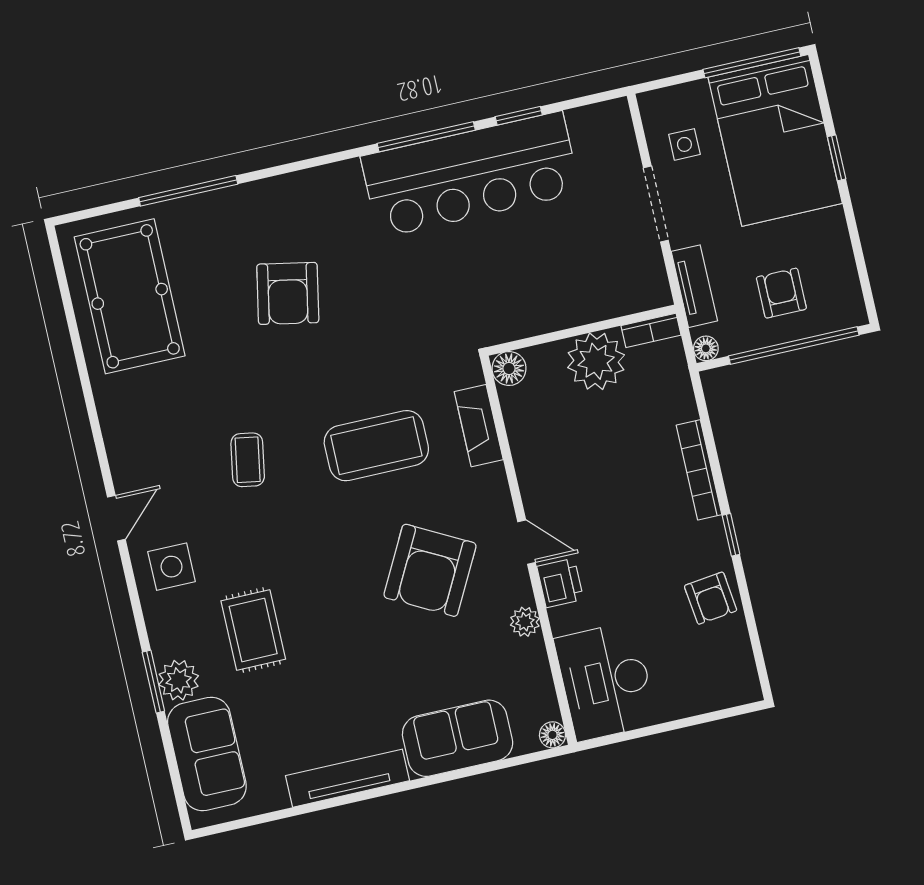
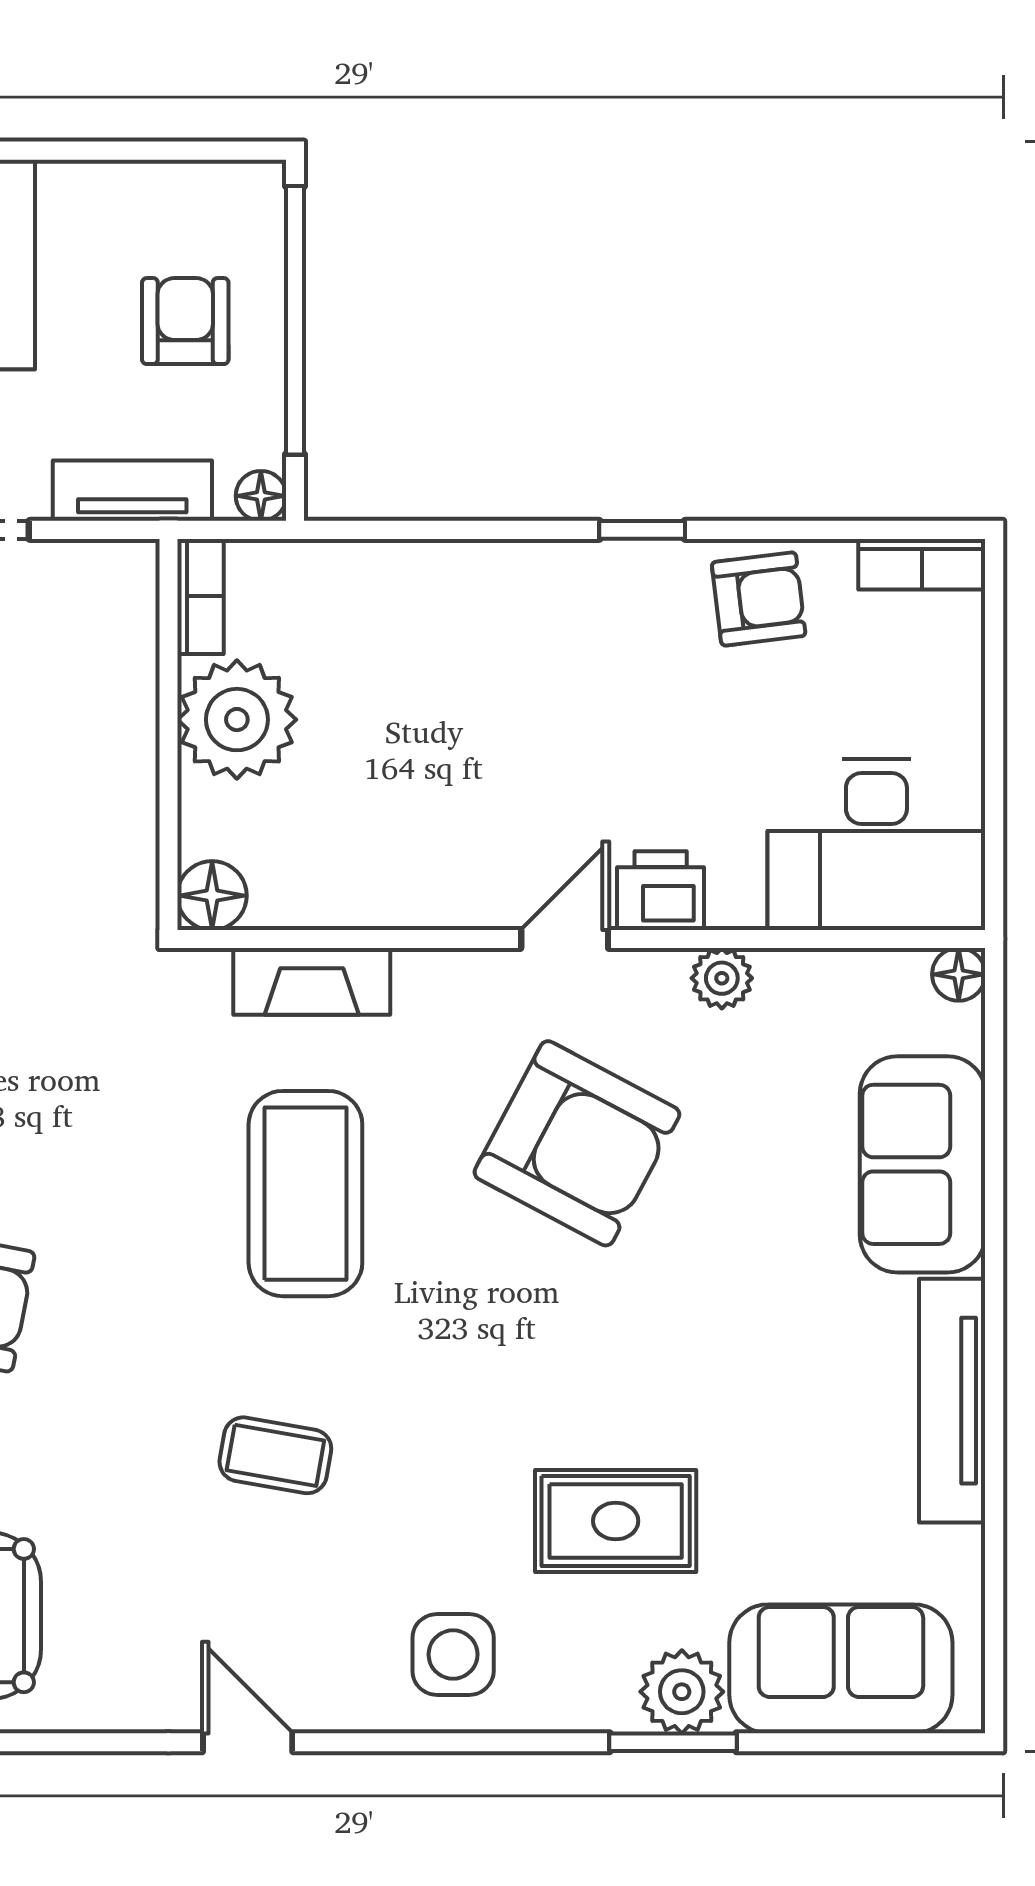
armchair: (781, 293) -> (185, 321), turned 90
bookcase: (699, 470) -> (922, 564), moved, width x0.64
door: (116, 518) -> (248, 1742), moved

